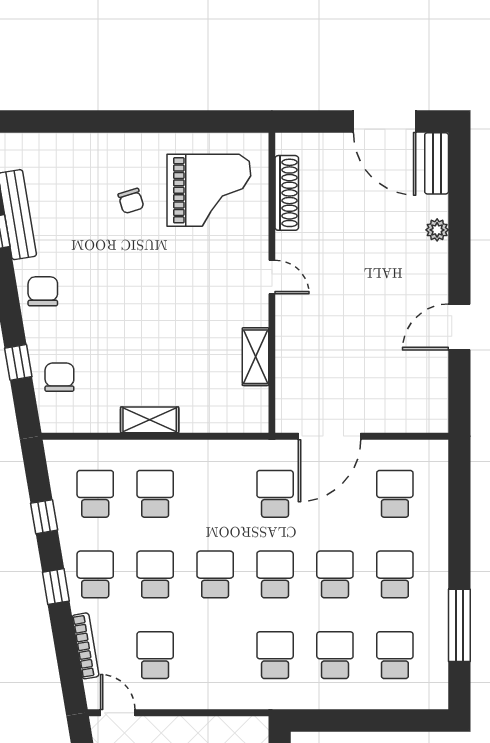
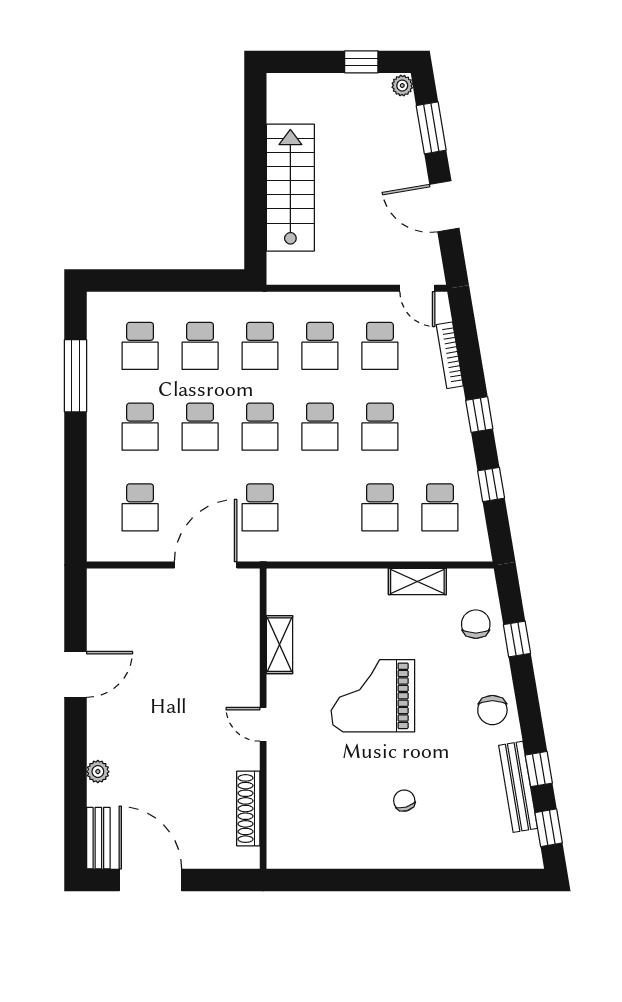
grand piano: (209, 190) -> (373, 696), moved
chair: (59, 377) -> (476, 624), turned 180
shelving: (150, 420) -> (417, 581), moved
school desk: (95, 574) -> (320, 346), moved

